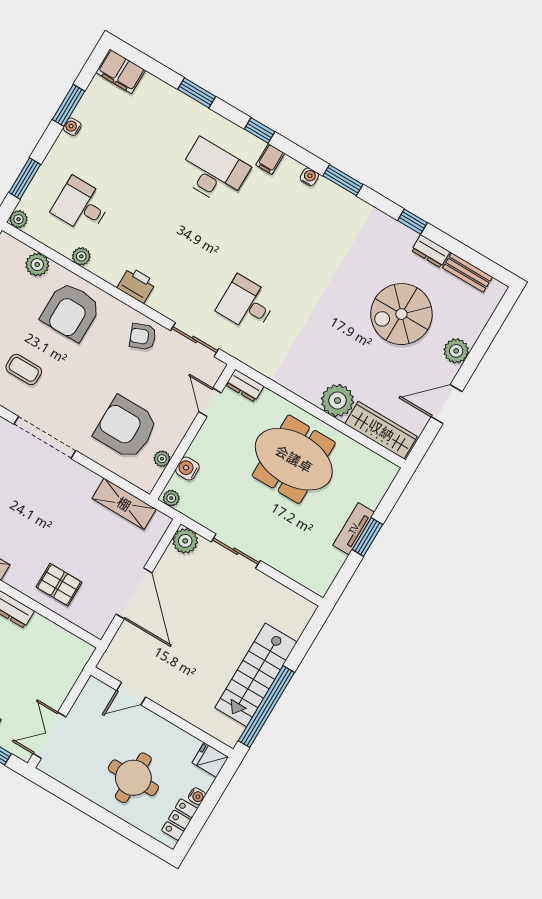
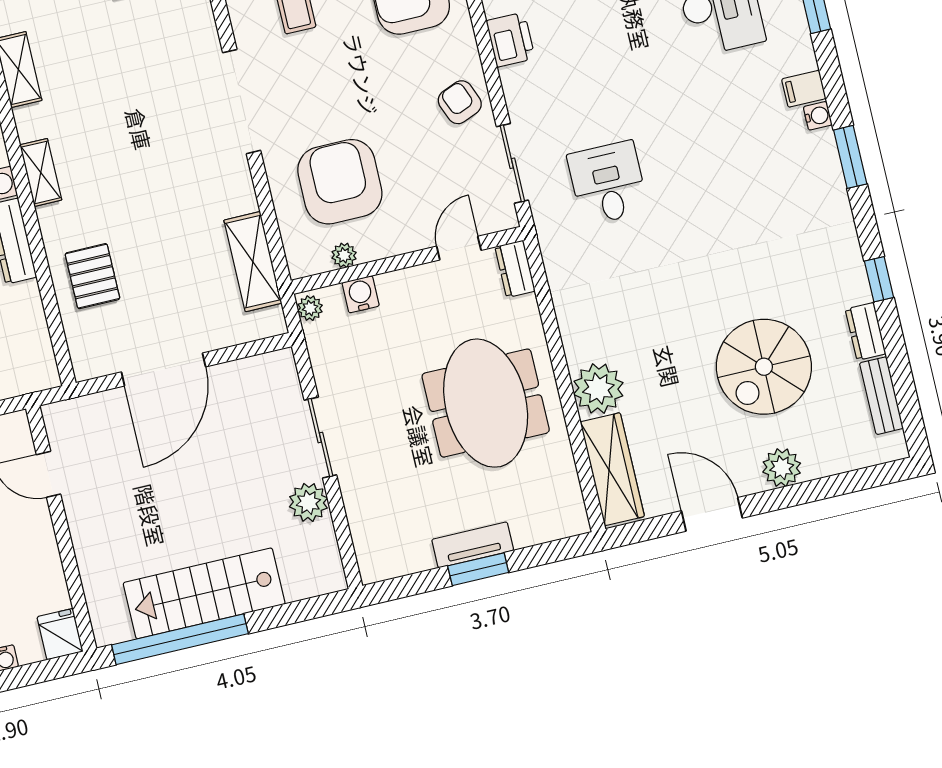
filing cabinet: (270, 159) -> (804, 89), moved
spiral stairs: (401, 314) -> (764, 367), turned -90
plant: (185, 541) -> (308, 502), moved

